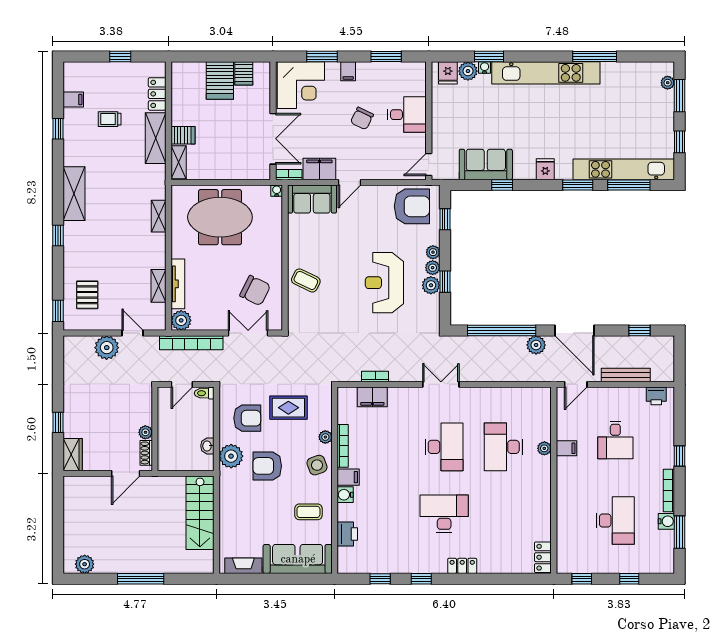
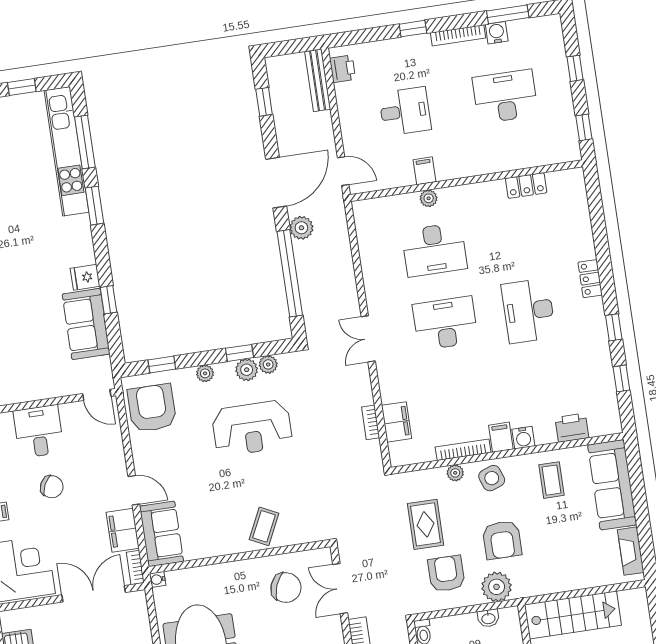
fridge: (545, 169) -> (85, 277), moved
plant: (433, 268) -> (268, 364), moved
chair: (255, 291) -> (286, 588), turned 85
bench: (626, 375) -> (318, 80), moved
locker: (543, 557) -> (526, 185), moved

